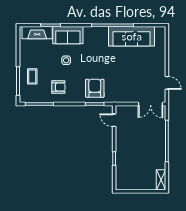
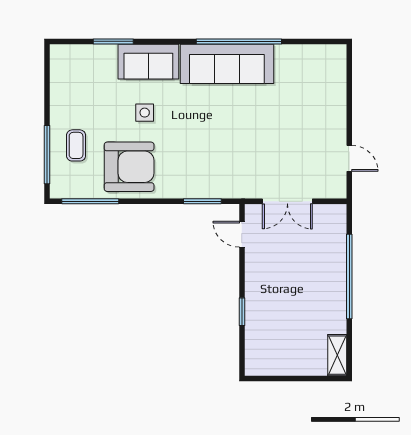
fireplace: (37, 33) -> (86, 57), removed
sofa: (132, 36) -> (227, 64), moved
armchair: (58, 87) -> (129, 167), width x1.88, depth x1.88
armchair: (95, 88) -> (203, 169), removed
double door: (151, 104) -> (287, 201), moved

